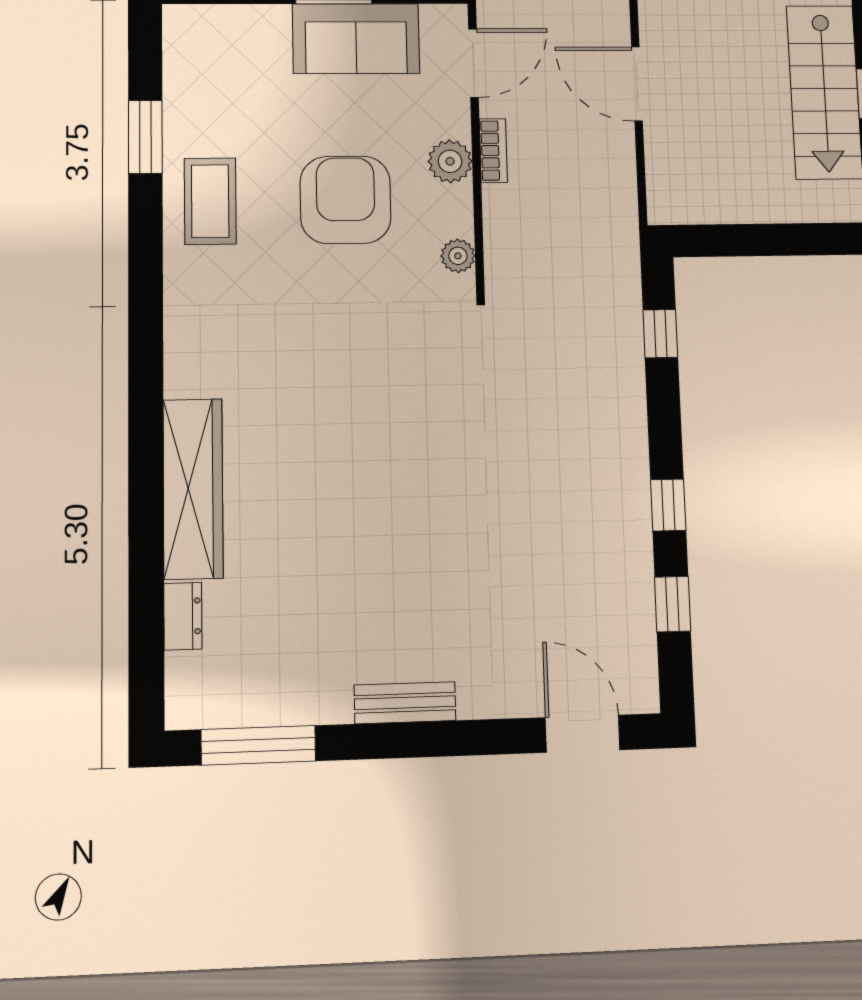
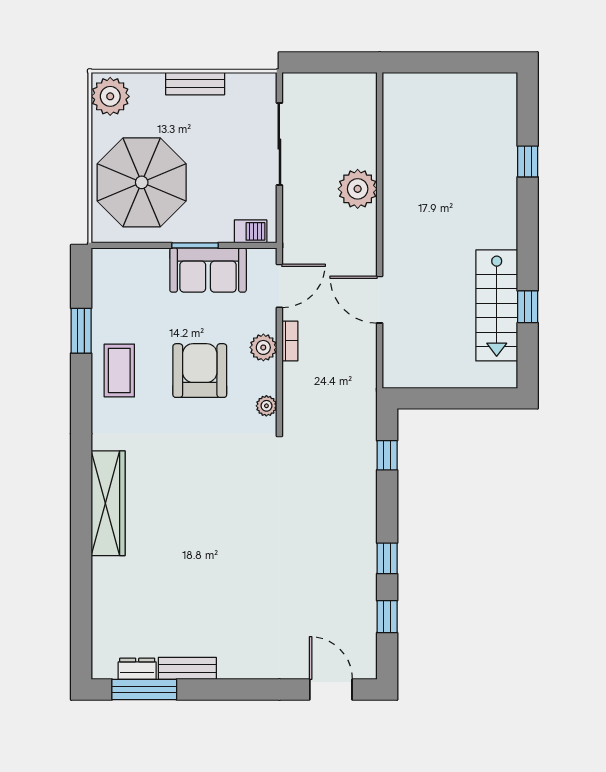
wardrobe: (193, 489) -> (108, 503), moved
dresser: (183, 616) -> (137, 669), moved, turned -90
bench: (405, 703) -> (187, 668), moved

